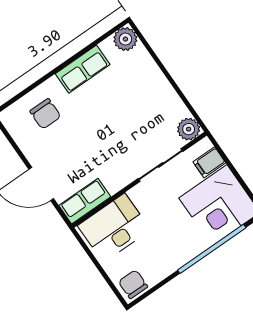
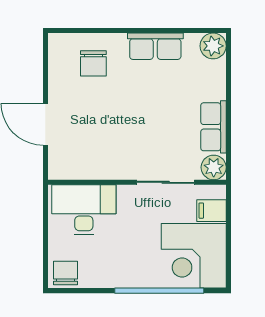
row of seats: (85, 201) -> (213, 127), moved, turned -90

